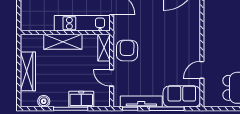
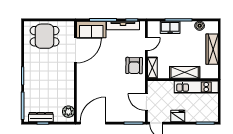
kitchen unit: (82, 23) -> (196, 87), moved
door: (202, 70) -> (75, 50), width x1.87
door: (112, 78) -> (146, 44), hinge flipped

